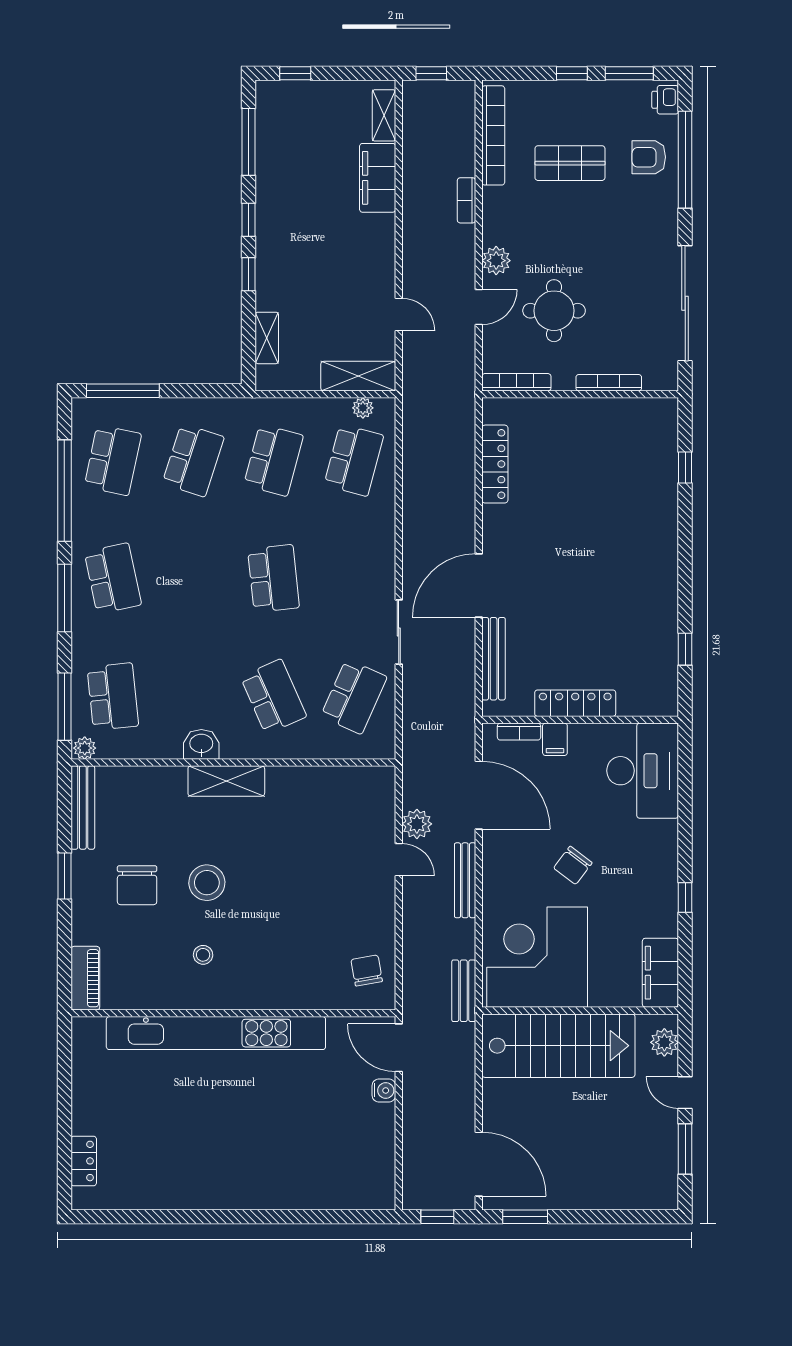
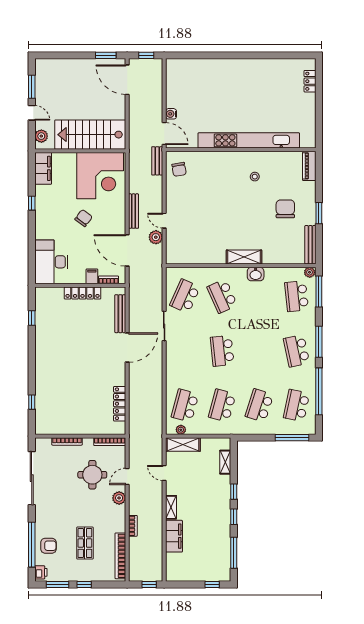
shelving: (384, 115) -> (171, 507), moved
shop shelf: (570, 163) -> (85, 543), turned 90
stool: (207, 883) -> (253, 210), removed
bench: (464, 991) -> (157, 161), moved

